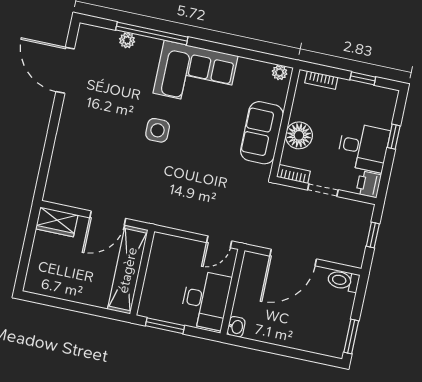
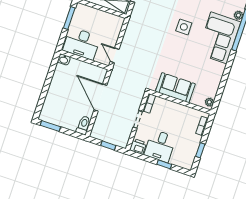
corner sofa: (195, 75) -> (219, 38), moved
floor lamp: (299, 135) -> (171, 109), removed

